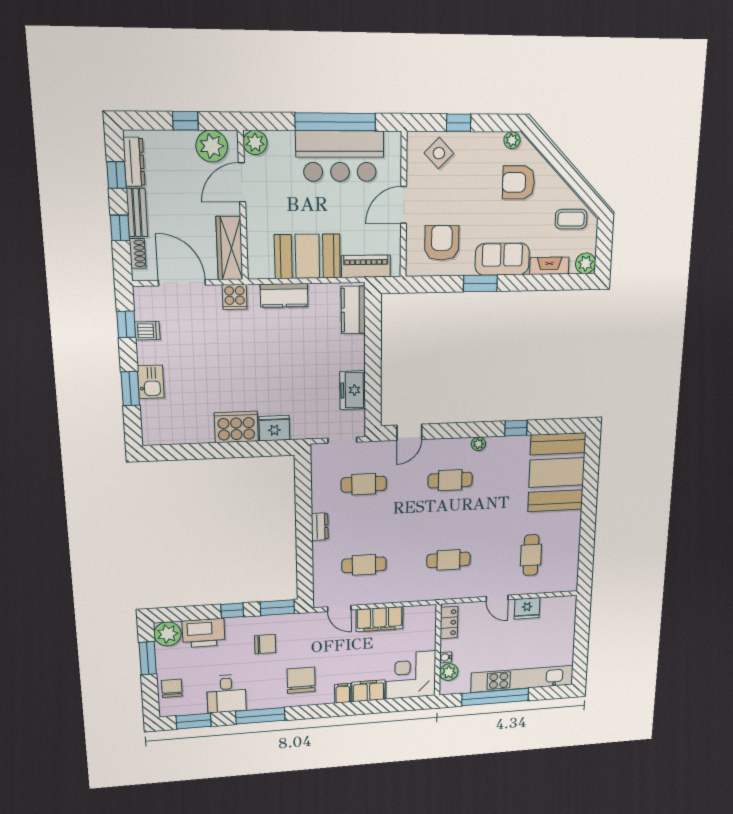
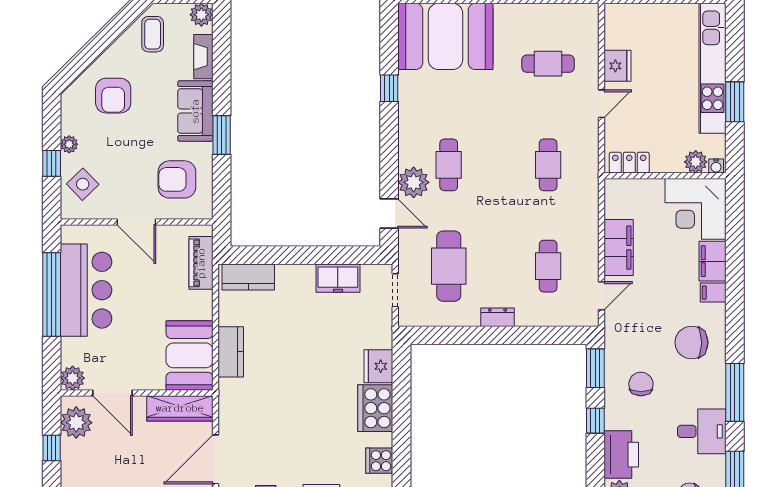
plant: (512, 140) -> (69, 144), moved
booth: (307, 256) -> (190, 355), moved
cooker: (235, 297) -> (379, 461), moved, turned 180
plant: (478, 444) -> (414, 182), moved, width x1.88, depth x1.88
cafe table: (364, 484) -> (449, 266), width x1.37, depth x1.35
water cooler: (446, 657) -> (716, 166), moved
window: (495, 697) -> (735, 102), width x0.47

